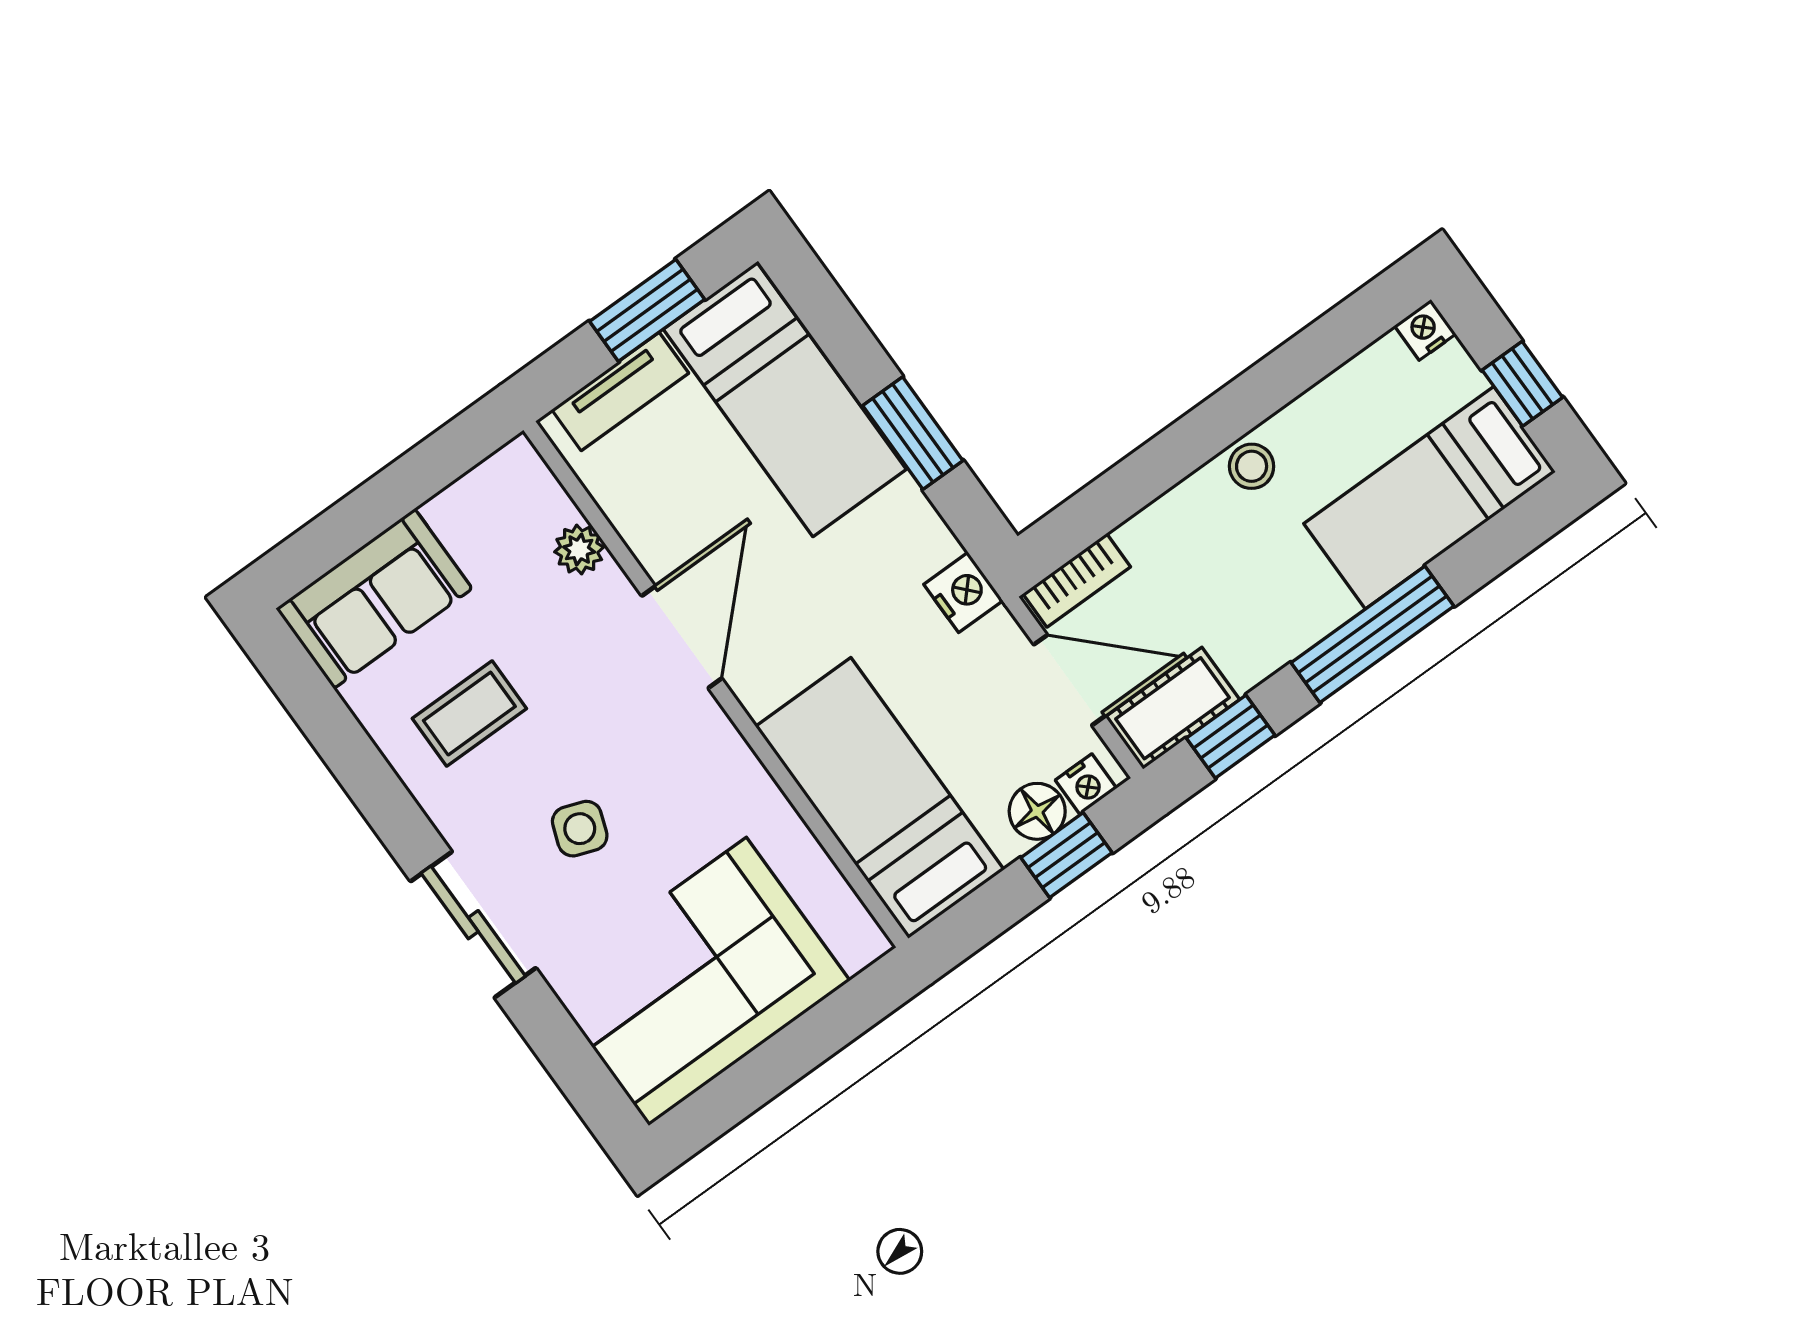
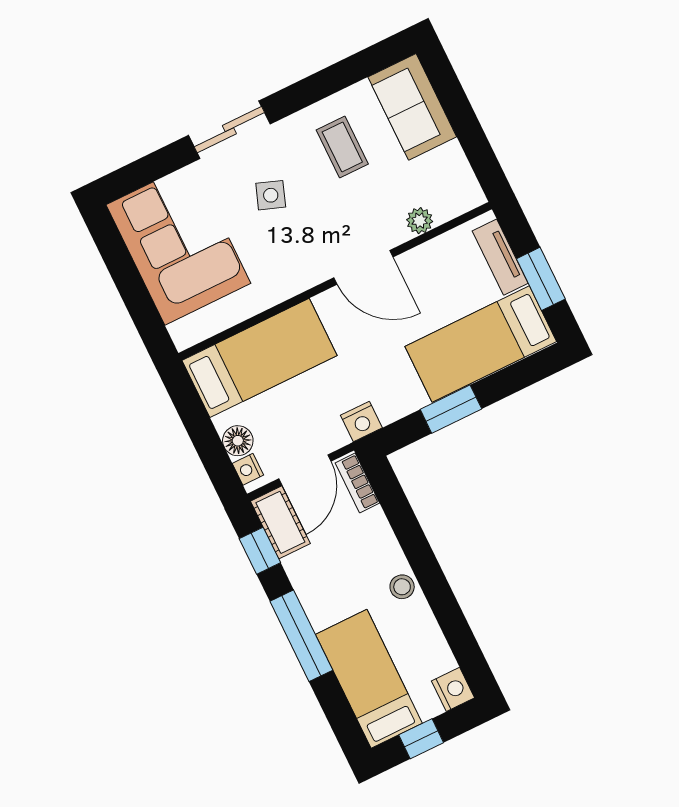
nightstand: (1425, 330) -> (453, 689), width x1.39, depth x1.35
window: (1066, 855) -> (212, 452), removed

